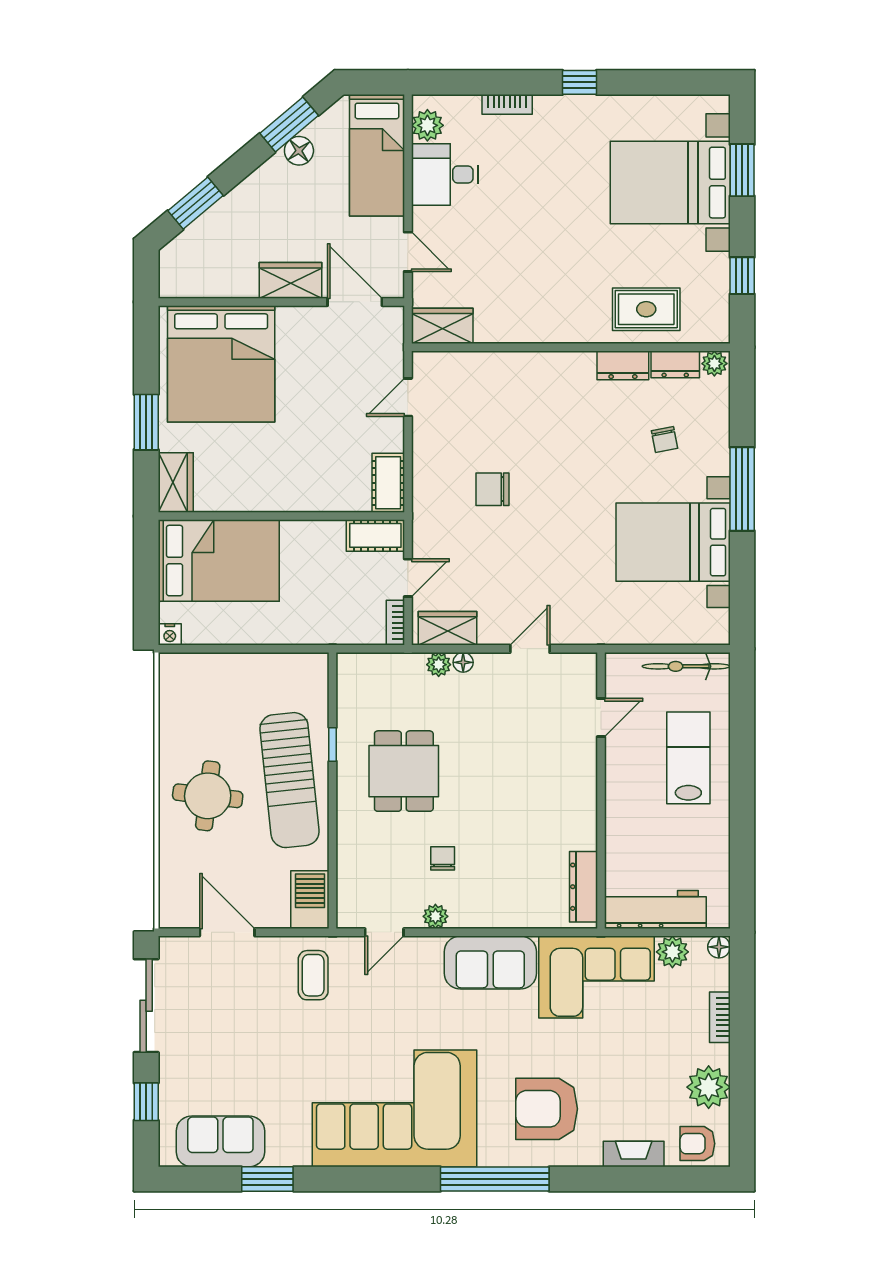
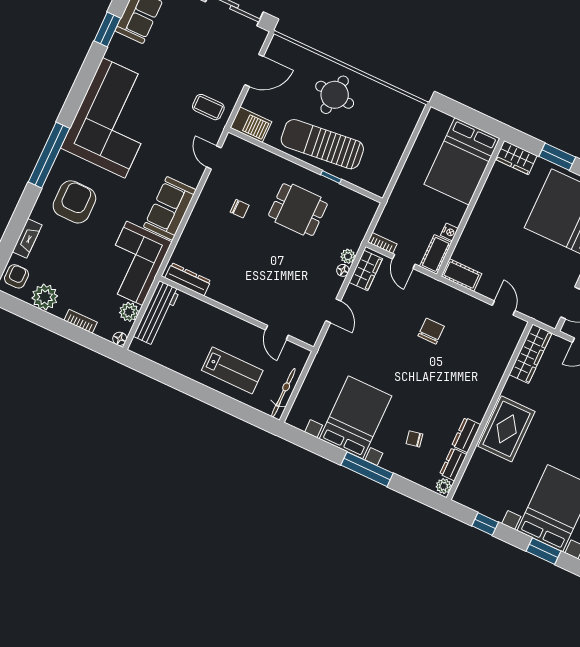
rug: (646, 309) -> (507, 429), moved, width x1.36, depth x1.43
wardrobe: (442, 326) -> (530, 354), width x1.50
nightstand: (170, 634) -> (449, 232), moved, turned 180
plant: (435, 916) -> (209, 190), removed

